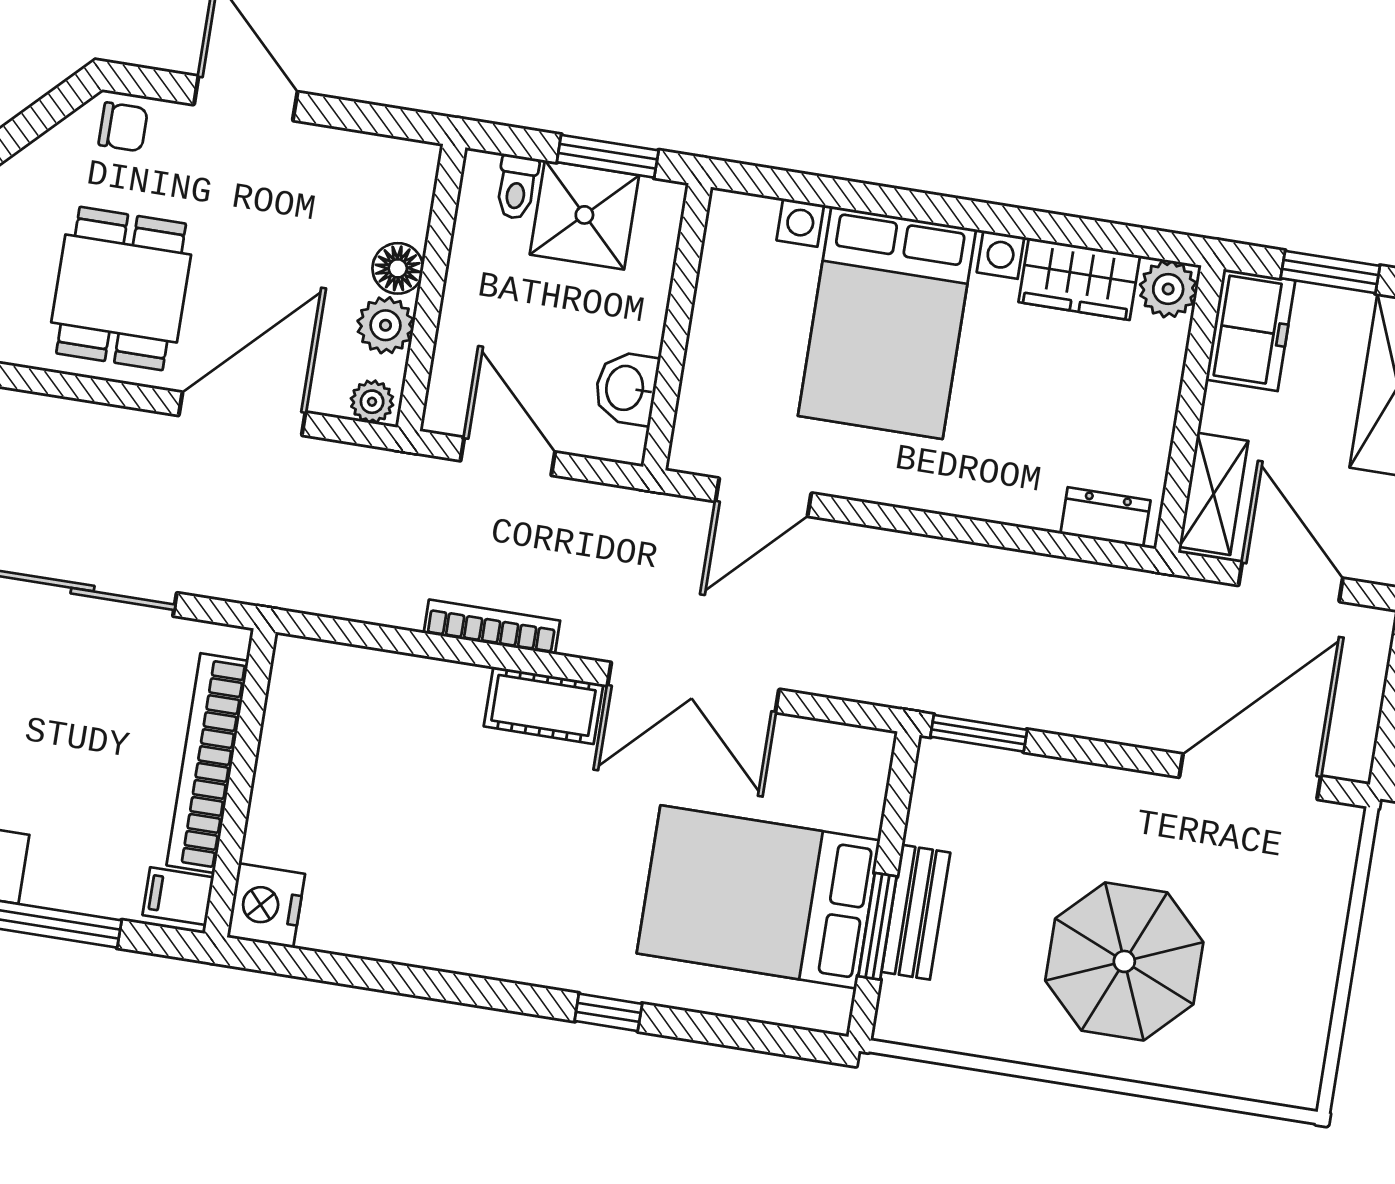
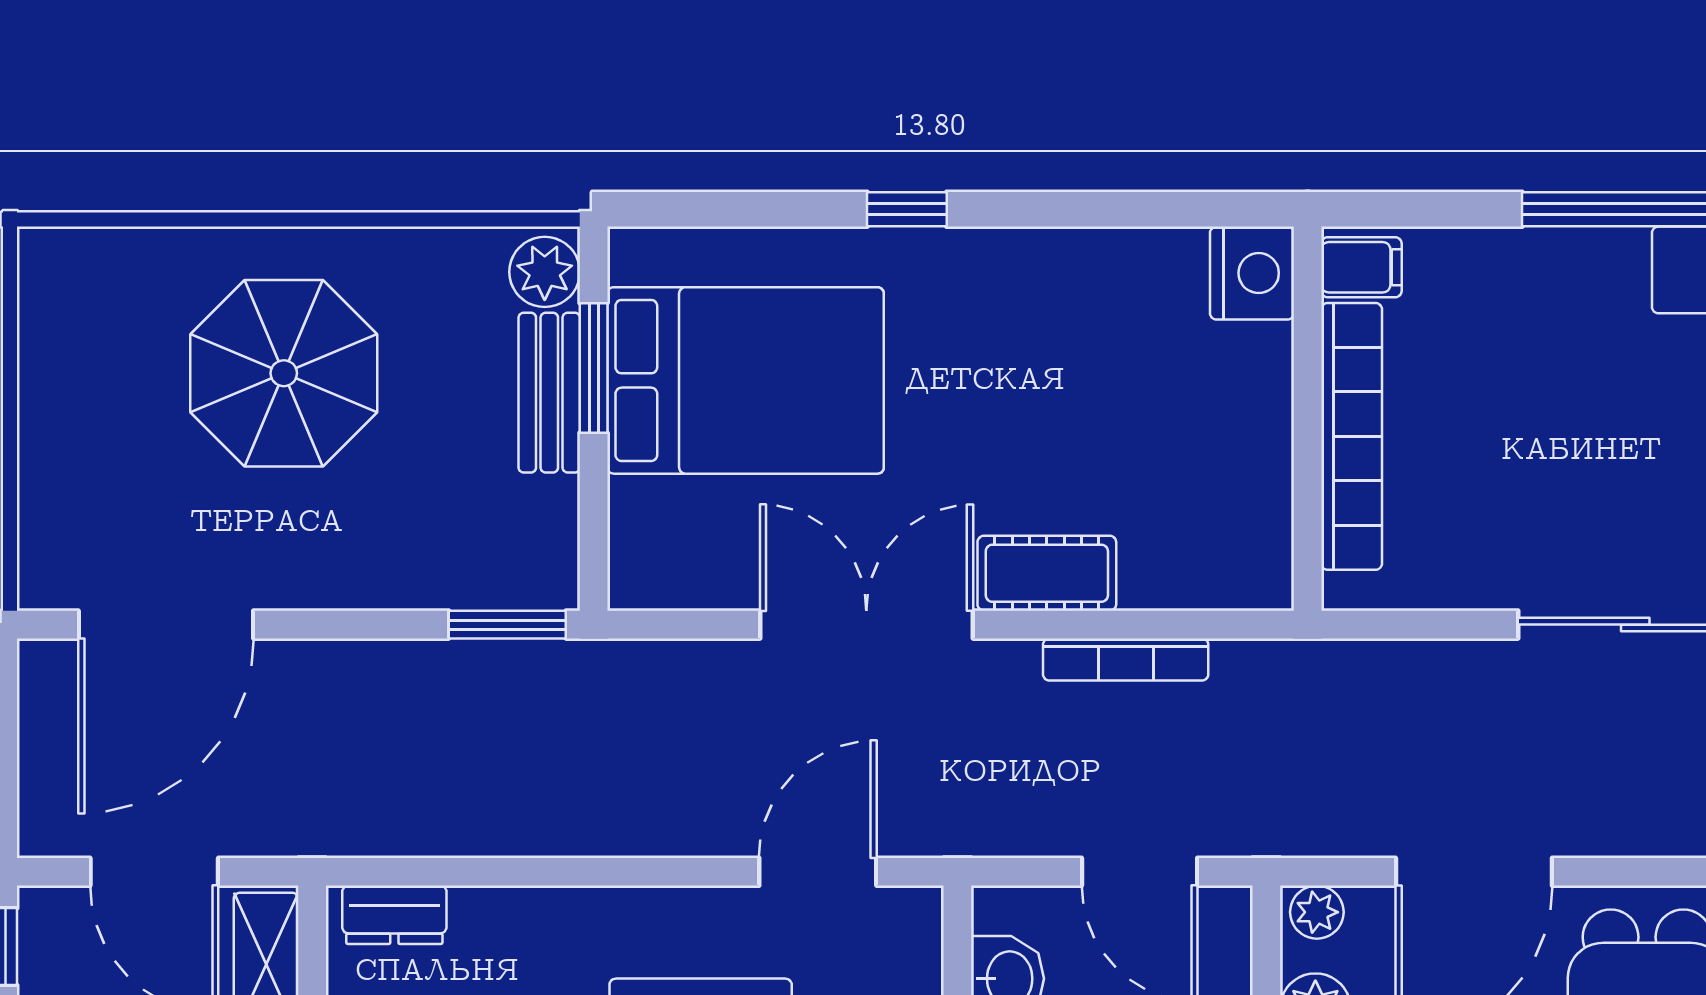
bookcase: (208, 763) -> (1352, 436), moved
wall: (240, 783) -> (1308, 419), moved
filing cabinet: (178, 896) -> (1361, 267), moved
nightstand: (266, 906) -> (1252, 273), moved
plant: (904, 1009) -> (545, 272), added

